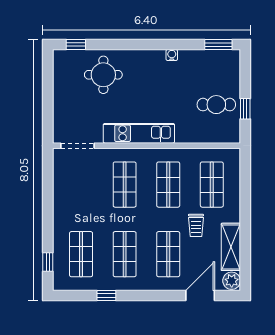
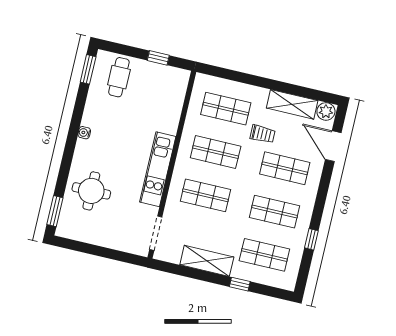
window: (76, 44) -> (55, 211), width x1.50
water cooler: (172, 55) -> (84, 133), moved
cafe table: (216, 105) -> (119, 77), moved
shelving: (62, 201) -> (207, 261), added
window: (48, 262) -> (240, 284), moved

